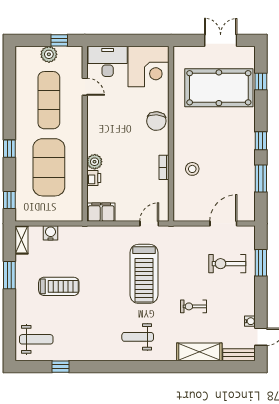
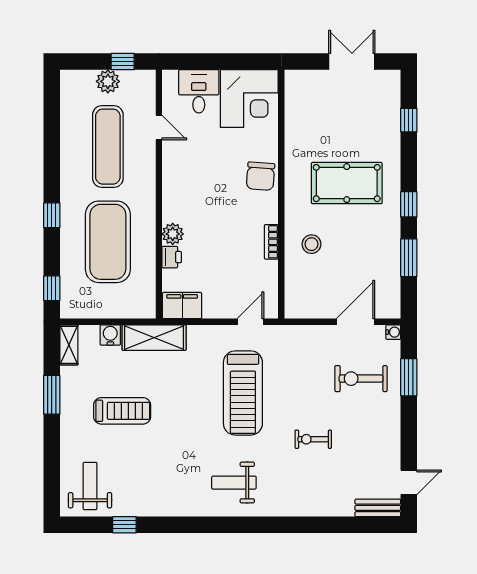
desk: (108, 61) -> (199, 91), width x0.73
pool table: (219, 88) -> (347, 183), moved, width x0.73, depth x0.76
water cooler: (250, 321) -> (393, 332), moved
weight bench: (36, 339) -> (90, 486), turned -90
shelving: (199, 352) -> (154, 338), moved

